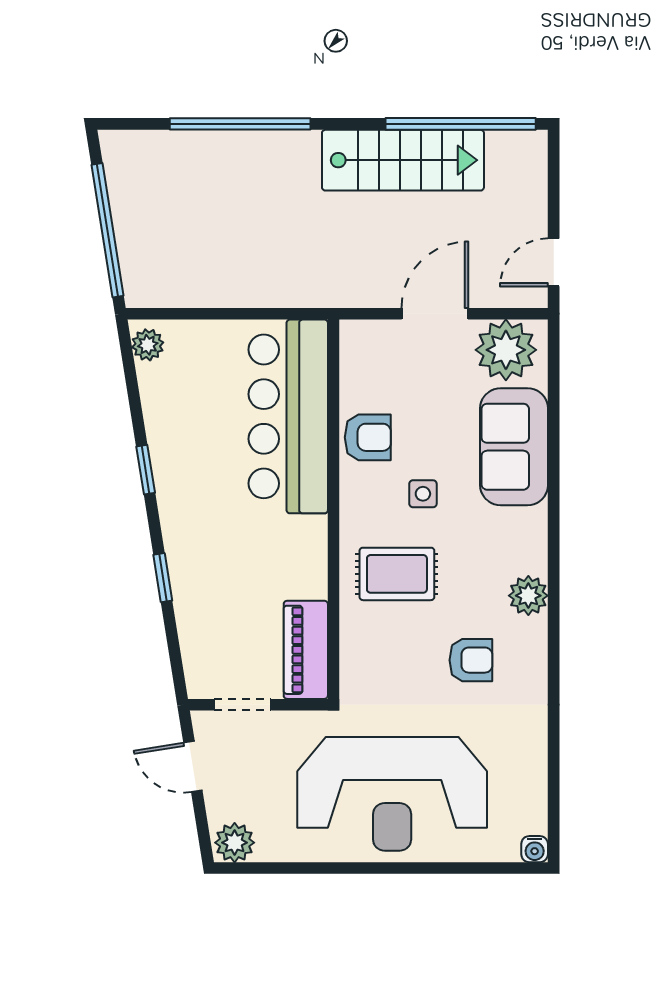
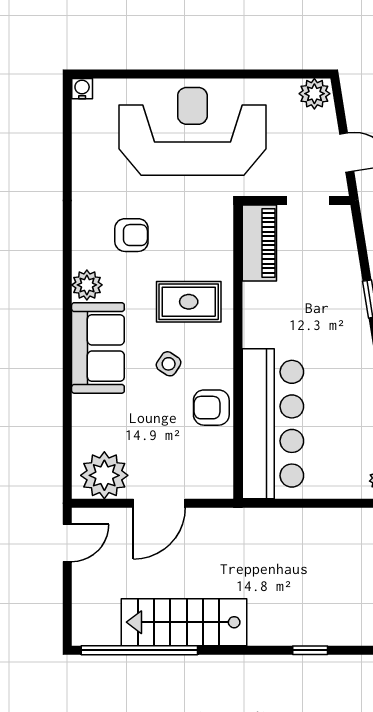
window: (240, 124) -> (310, 650), width x0.32
sofa: (514, 447) -> (98, 348), moved
side table: (423, 494) -> (169, 364), turned 33
armchair: (471, 660) -> (131, 235), turned 180

